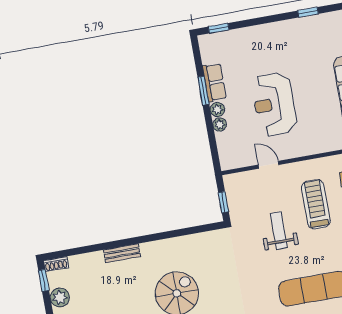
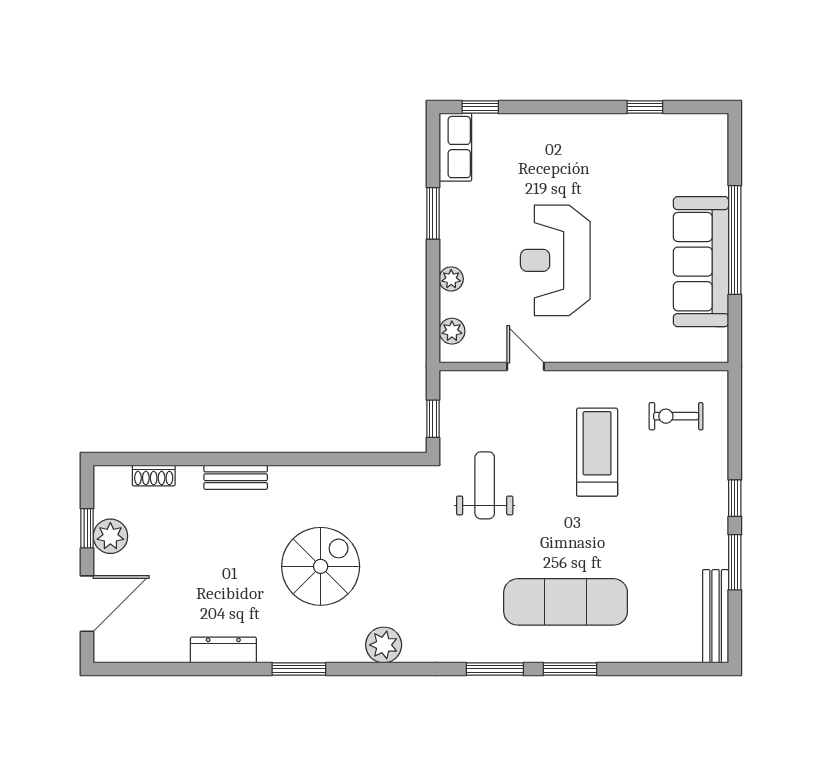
row of seats: (214, 82) -> (455, 147), moved
plant: (217, 110) -> (452, 331), moved
weight bench: (279, 231) -> (485, 485), moved
shoe rack: (56, 264) -> (154, 475), moved
window: (44, 280) -> (87, 528), moved

